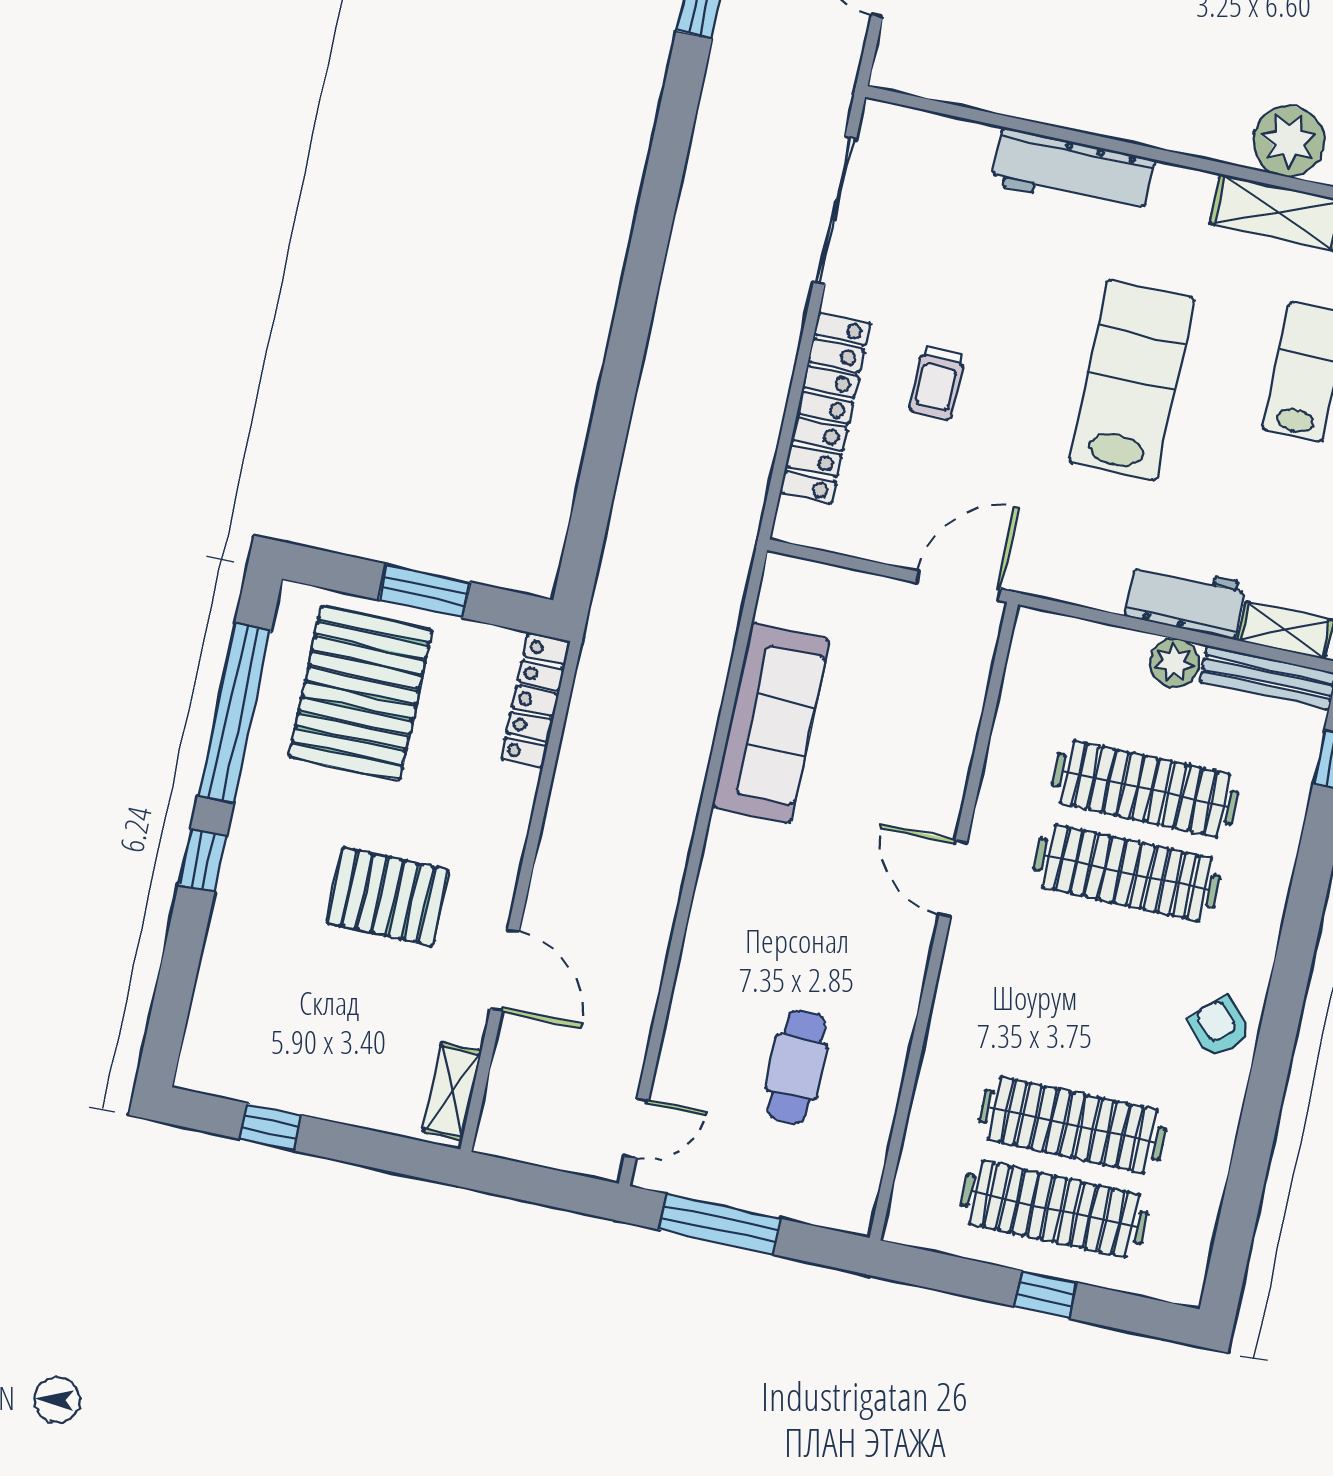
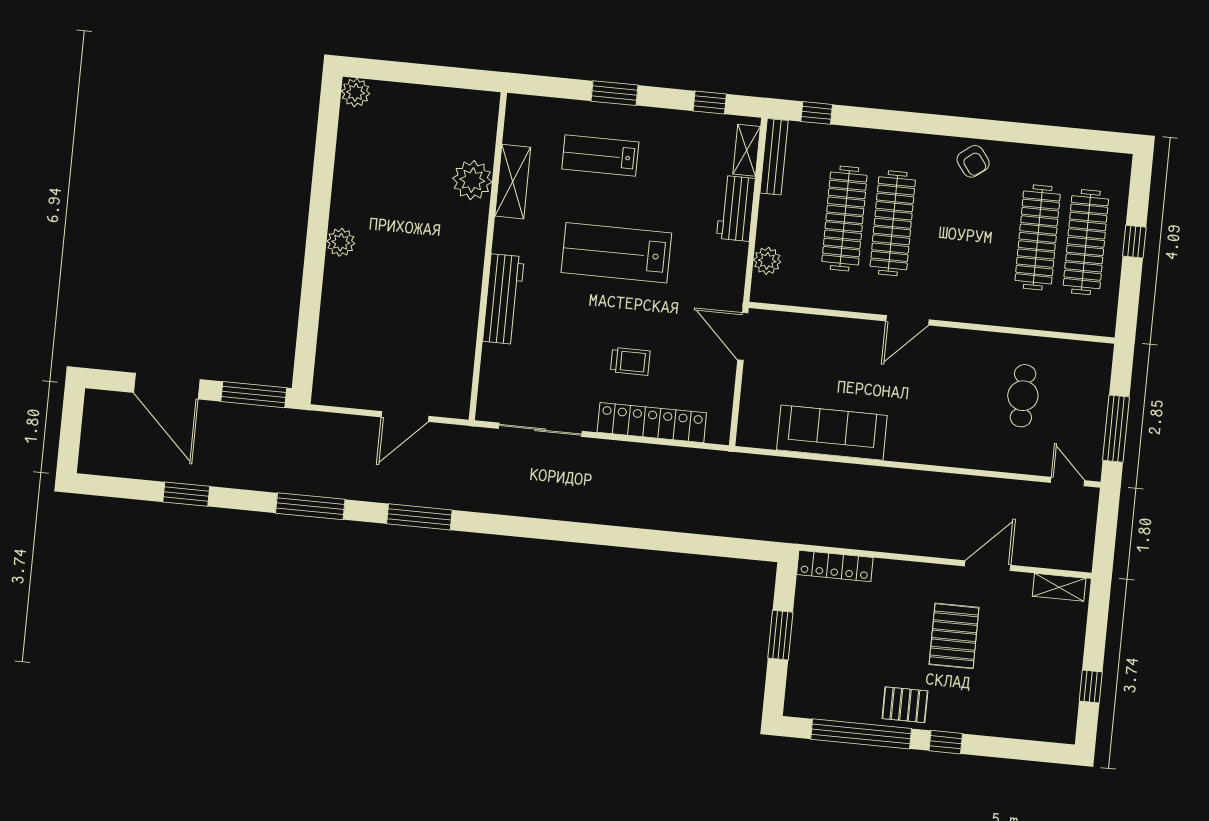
plant: (1174, 663) -> (767, 261), moved
pallet: (360, 693) -> (905, 705), moved, width x0.49, depth x0.50
armchair: (1220, 1027) -> (973, 161), turned -85
cafe table: (797, 1067) -> (1023, 396), turned 90

